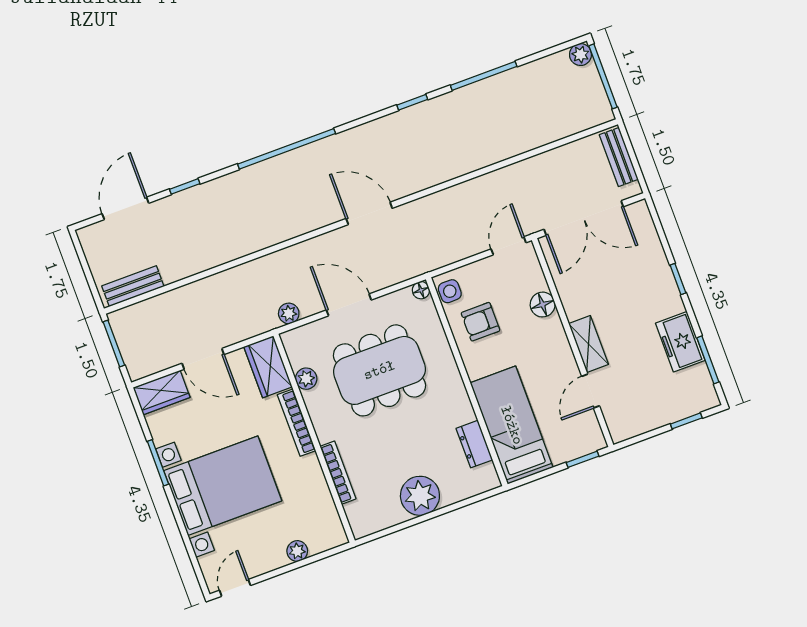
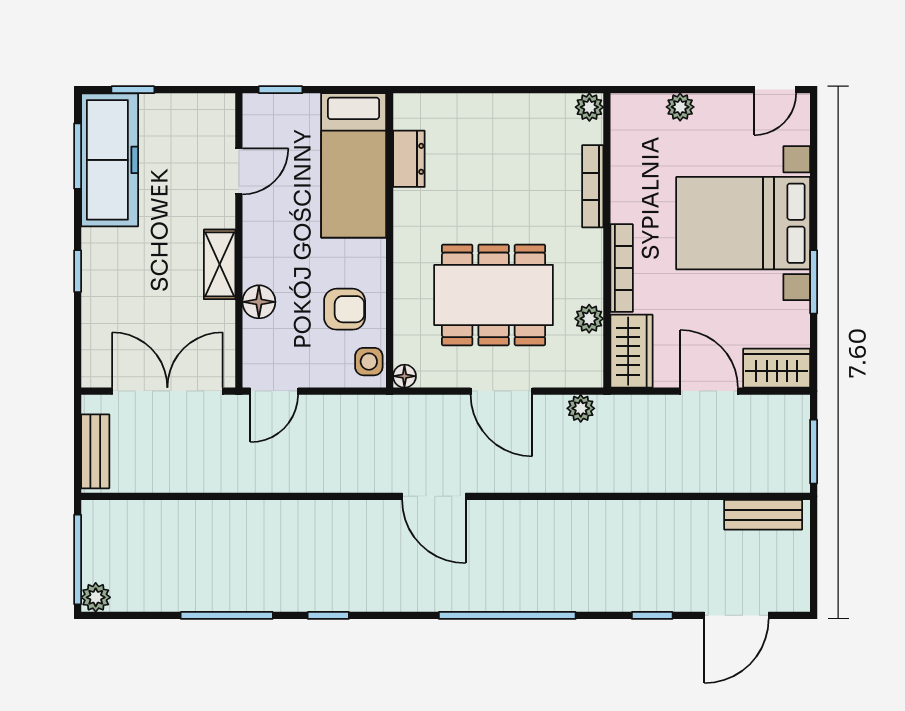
freezer: (680, 342) -> (110, 160), width x1.91, depth x1.26
shelving: (589, 344) -> (220, 264), moved
plant: (420, 496) -> (589, 107), moved, width x0.53, depth x0.53

